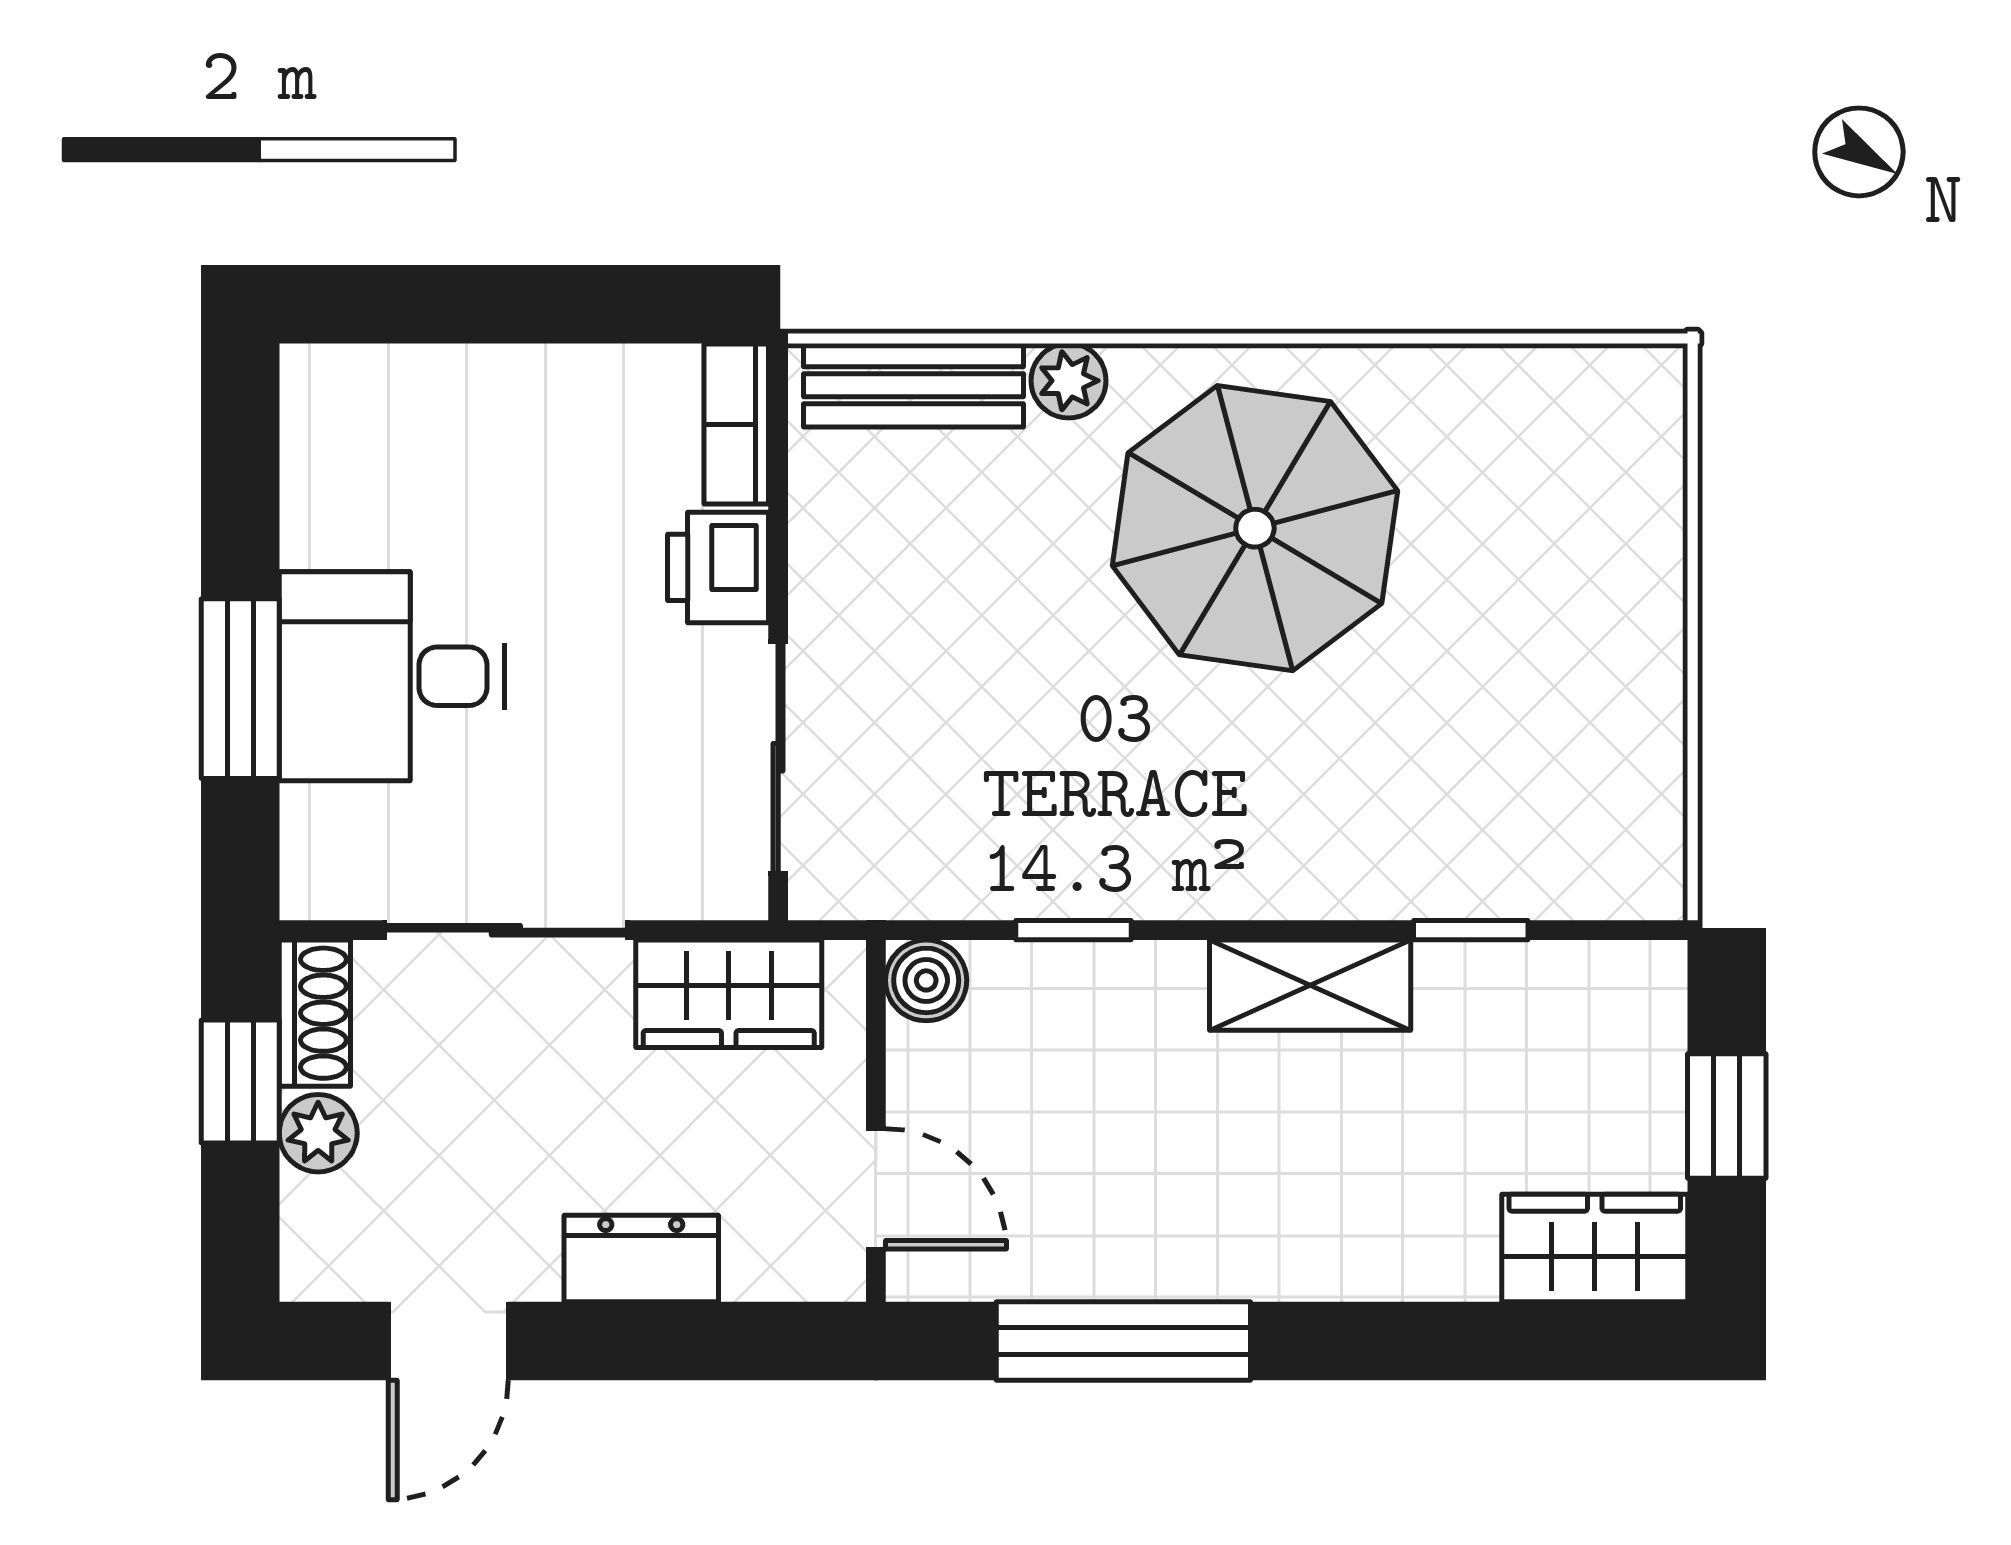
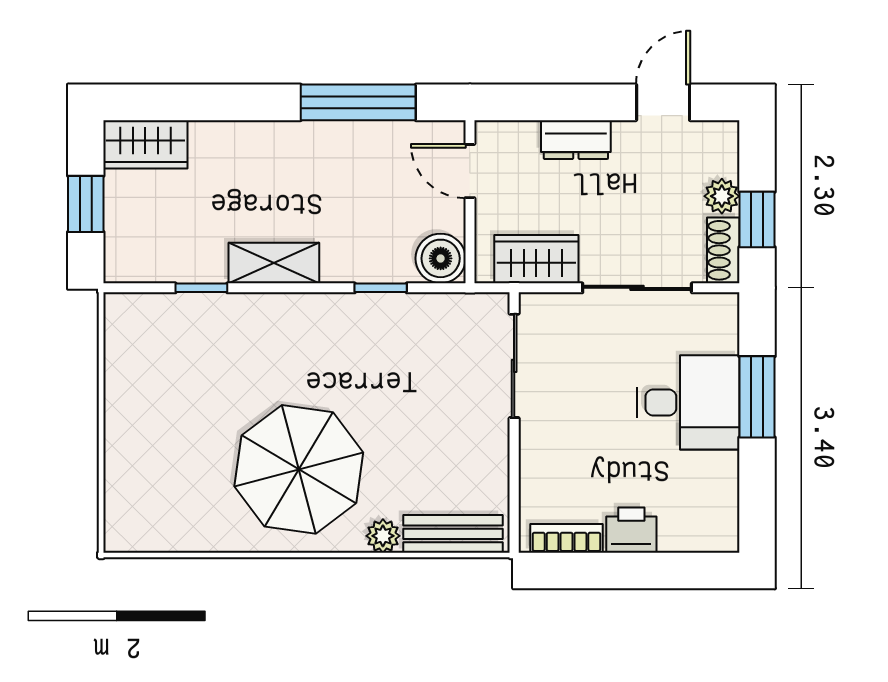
bookcase: (736, 424) -> (567, 538), moved, turned -90
printer: (718, 567) -> (631, 530), moved, turned -90
boiler: (926, 980) -> (441, 258), width x1.36, depth x1.36

